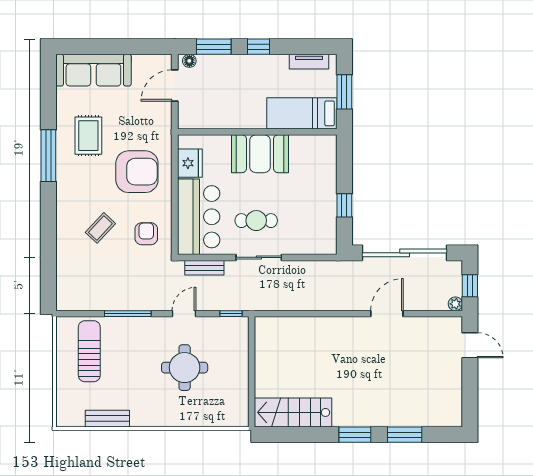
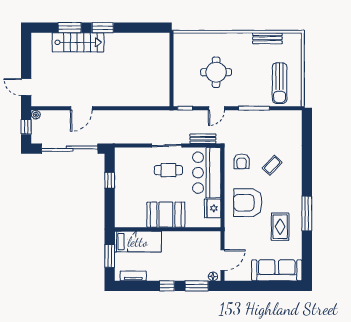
stairs: (293, 412) -> (78, 42), moved

